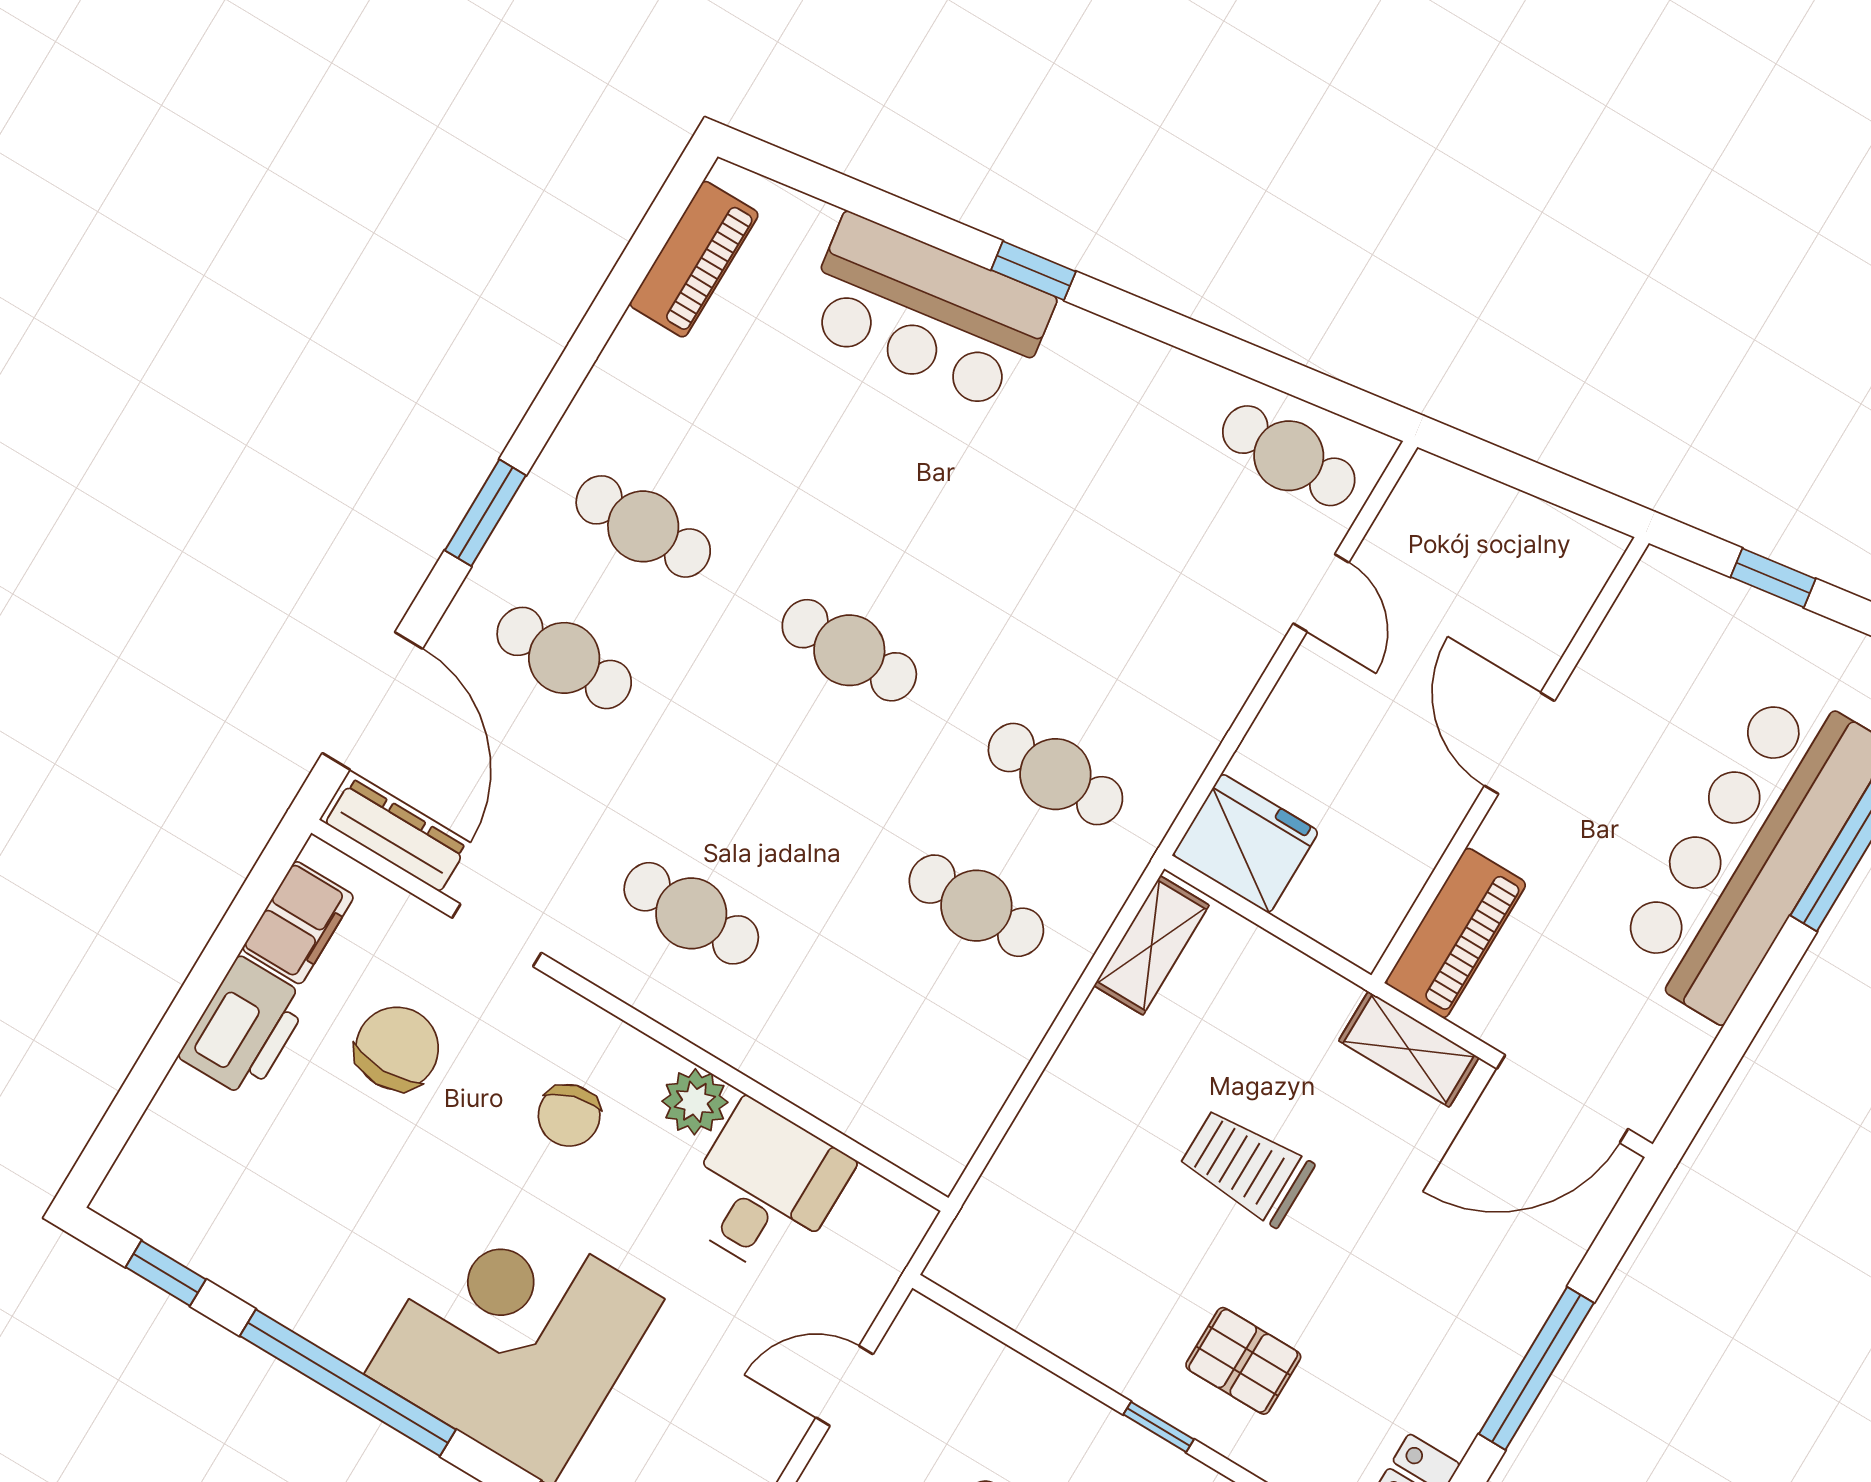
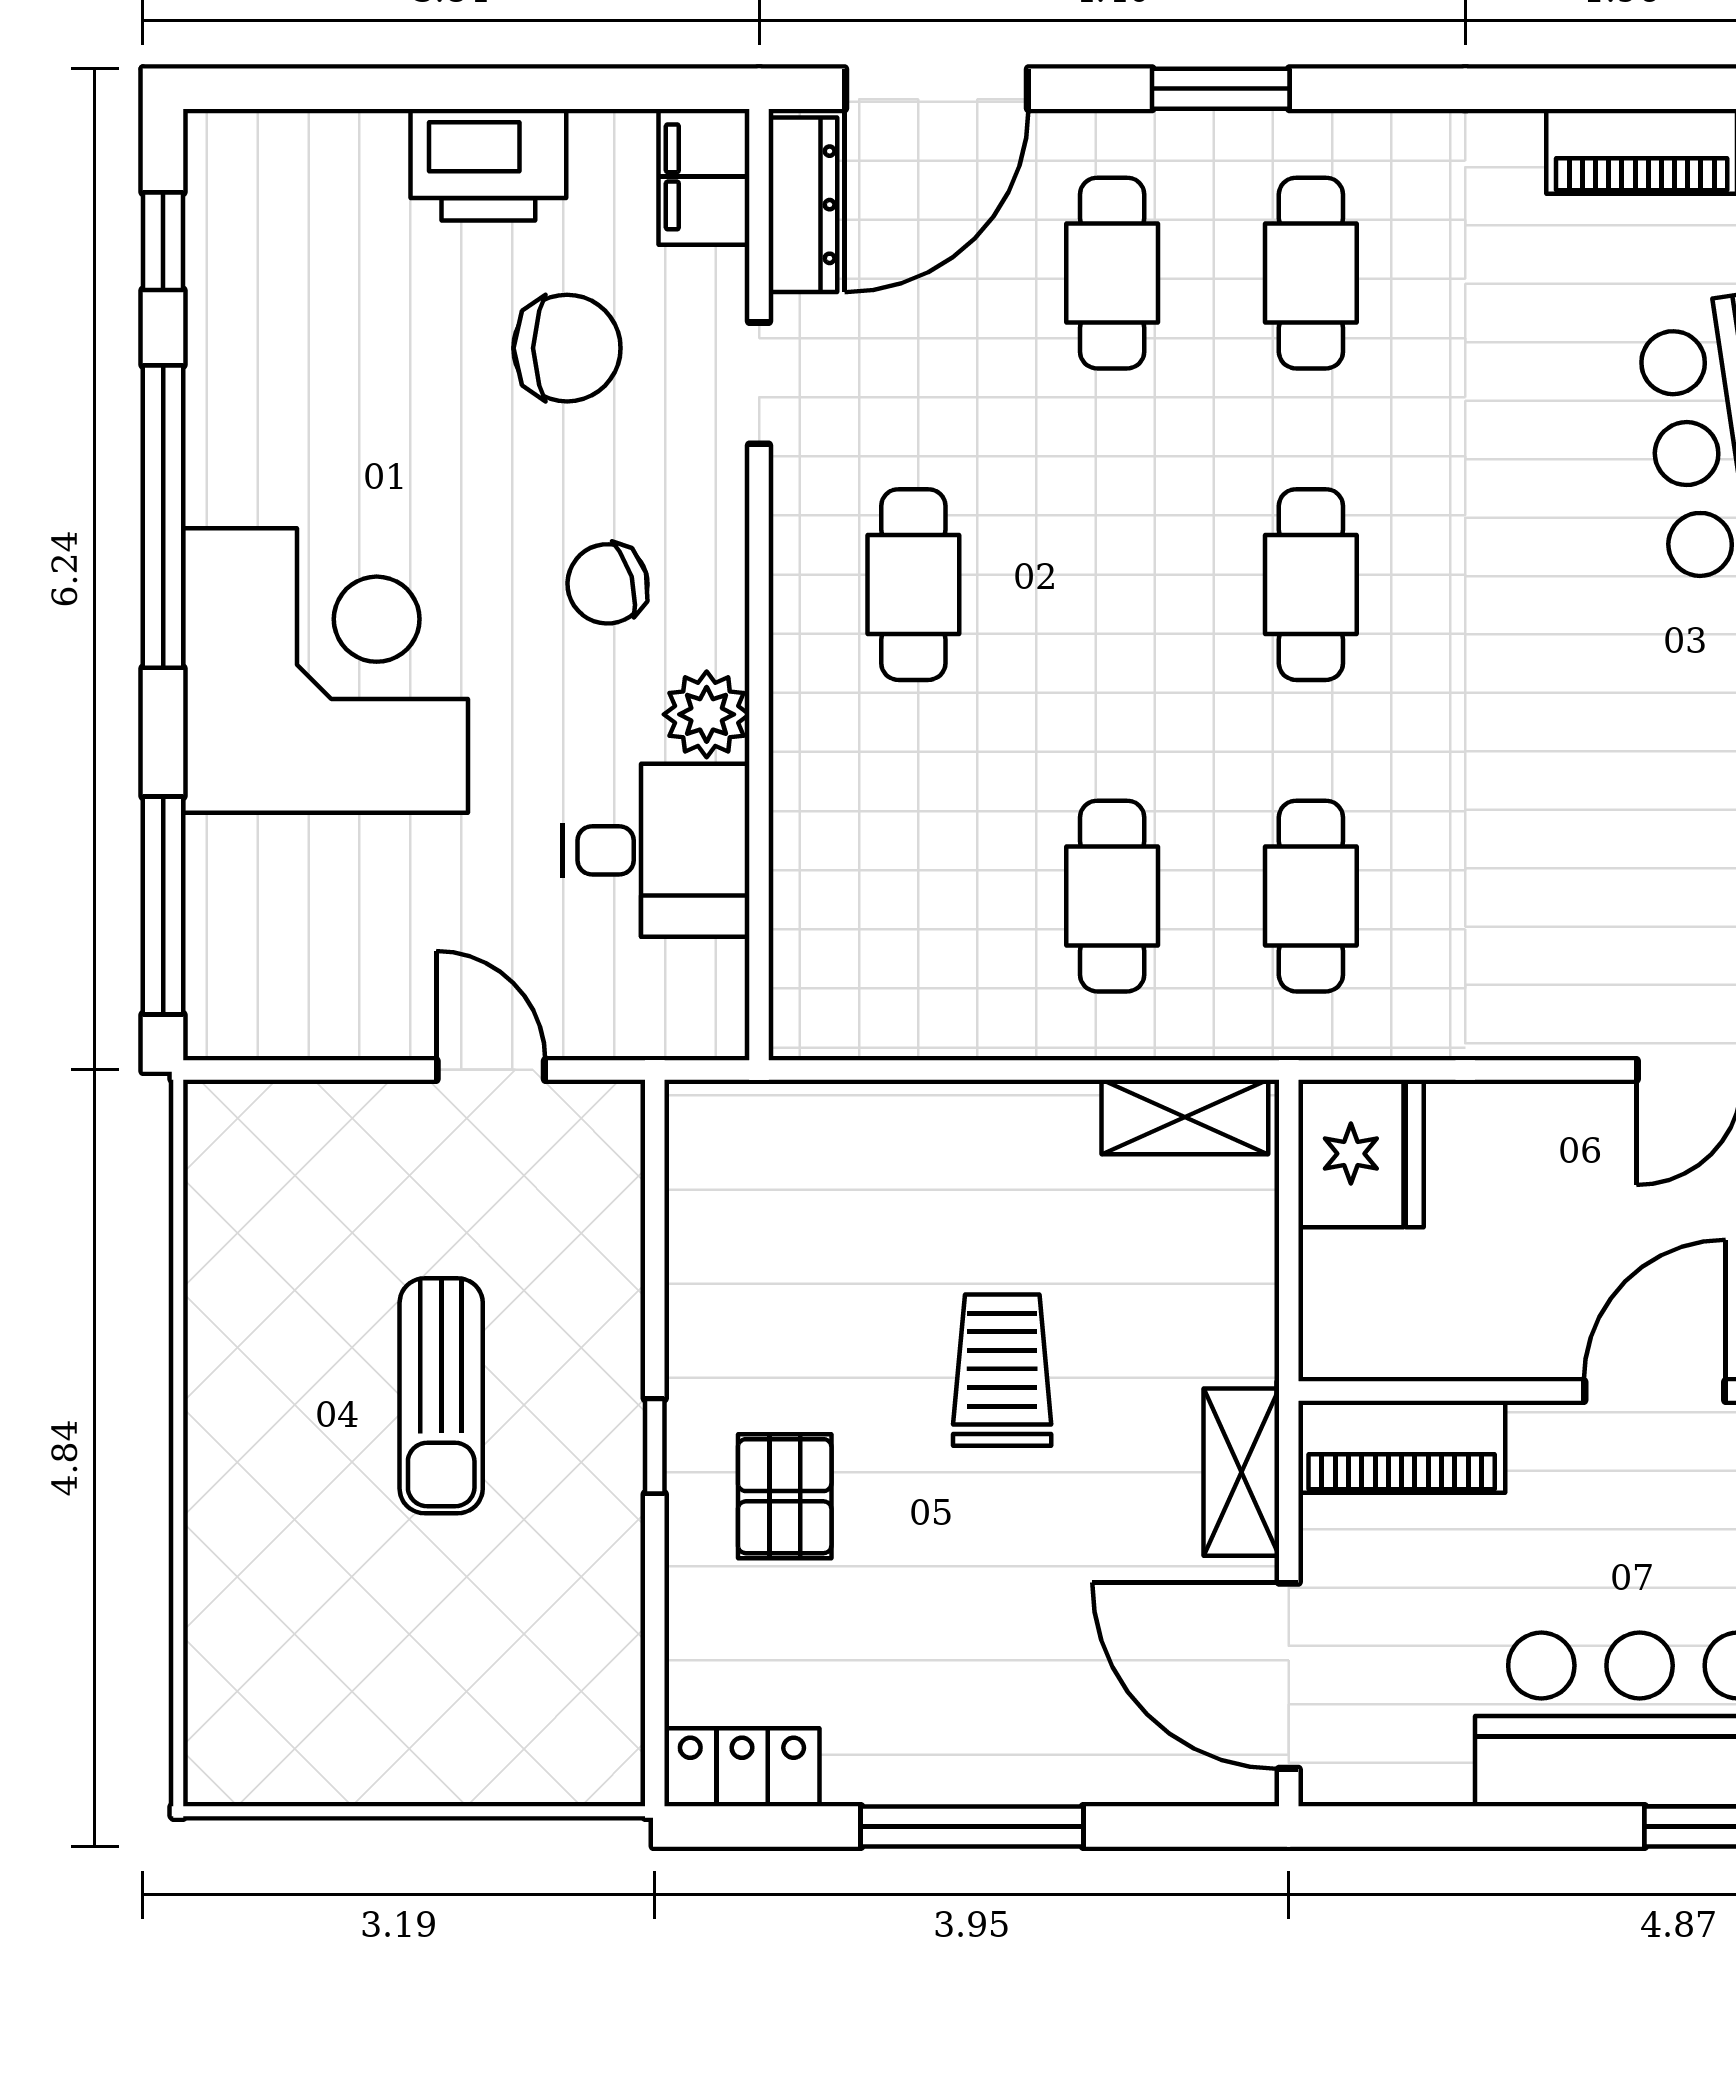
filing cabinet: (298, 923) -> (704, 177), moved, turned 90

